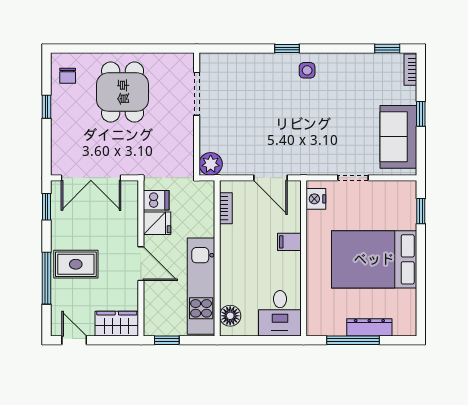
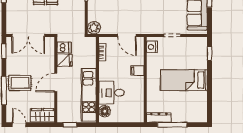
bed: (374, 259) -> (184, 80), width x0.67
door: (141, 264) -> (56, 83), swing flipped
desk: (280, 313) -> (112, 93), moved, turned 90
dresser: (369, 327) -> (159, 118), moved

